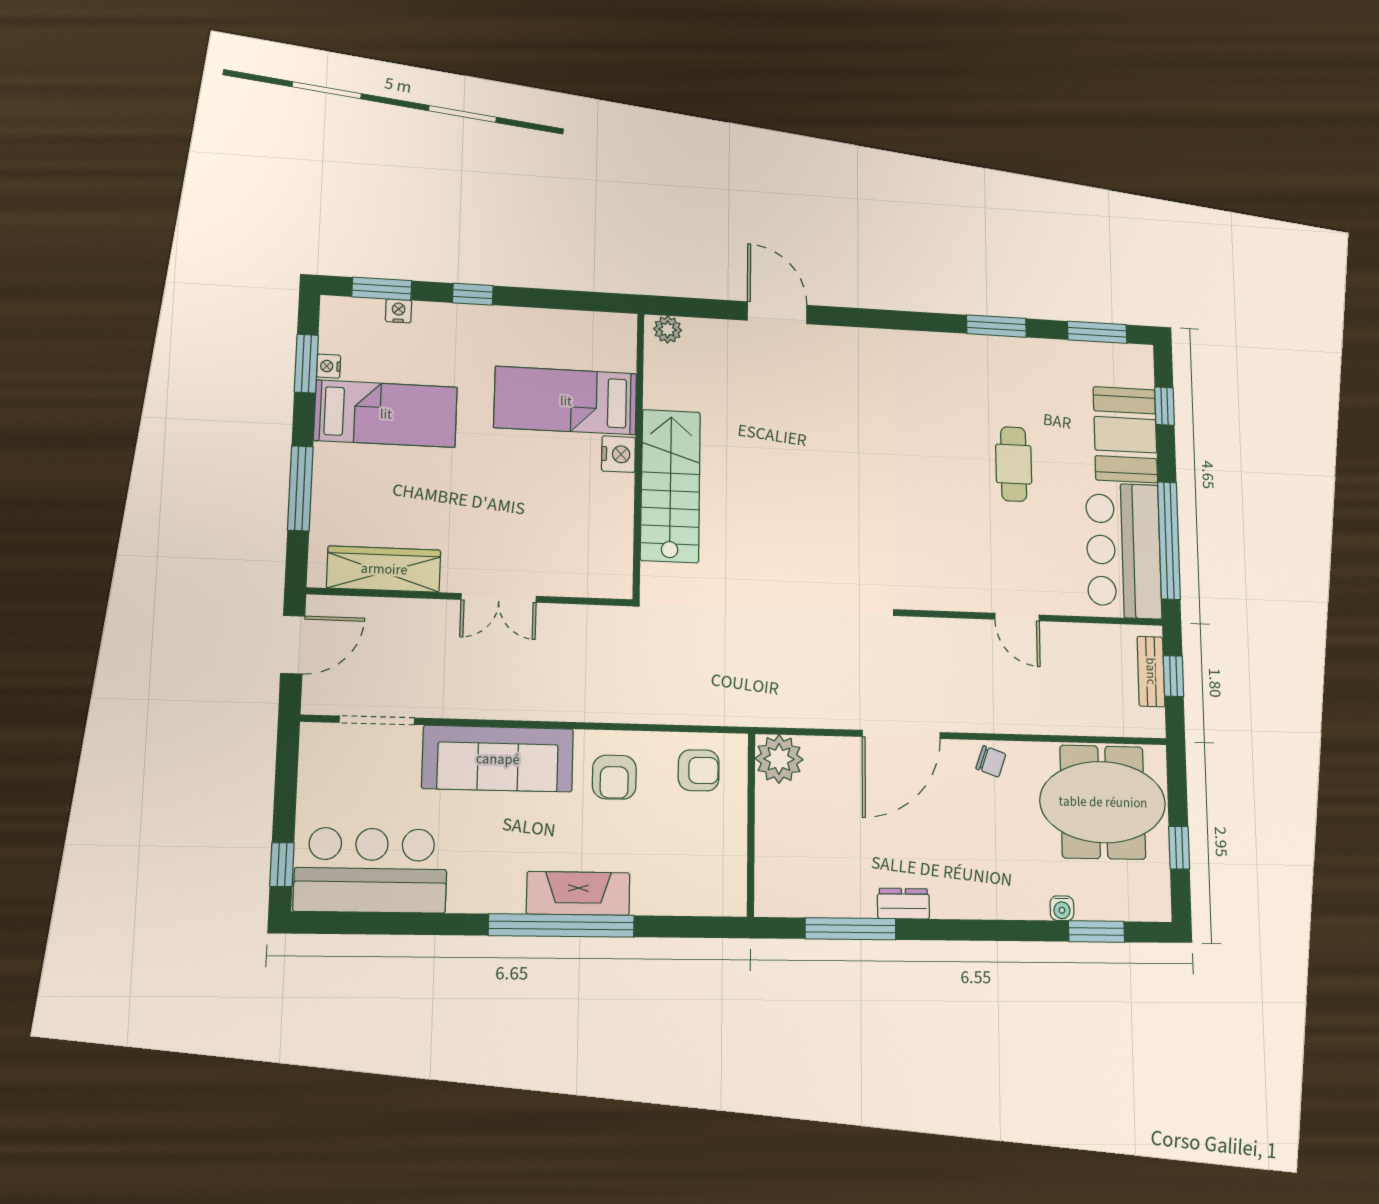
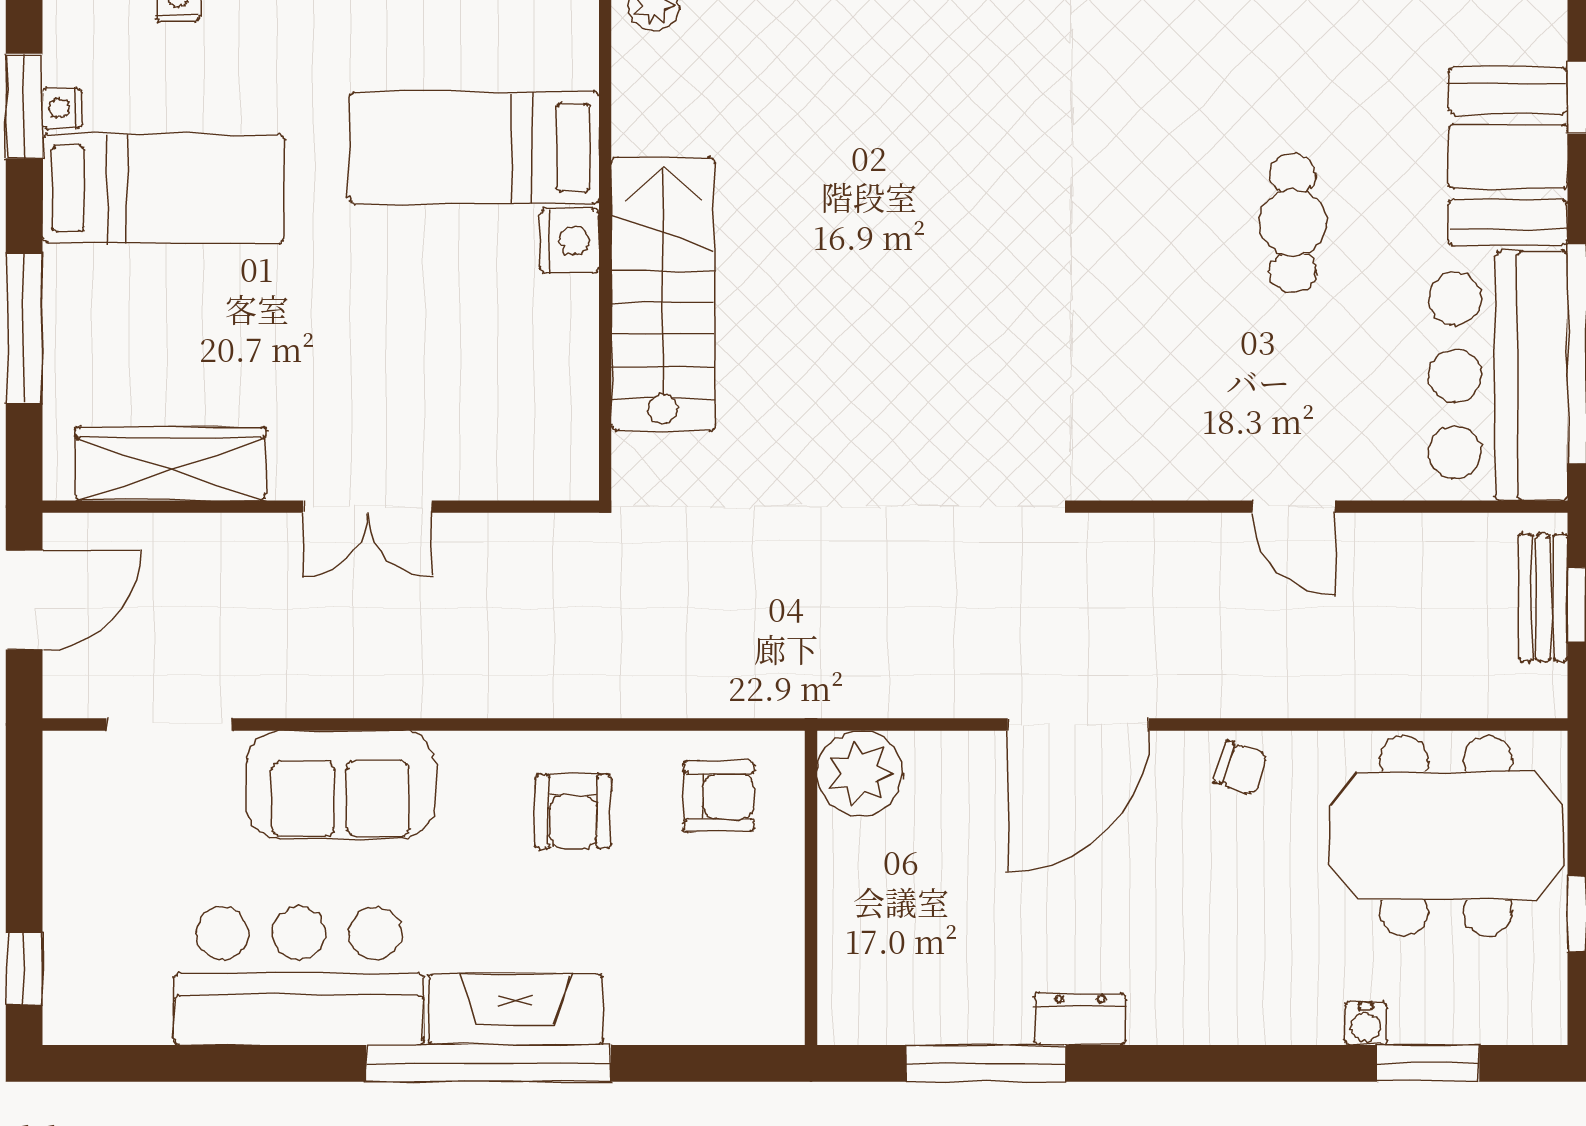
sofa: (498, 759) -> (340, 784), width x0.73
bar counter: (371, 870) -> (299, 976), moved

